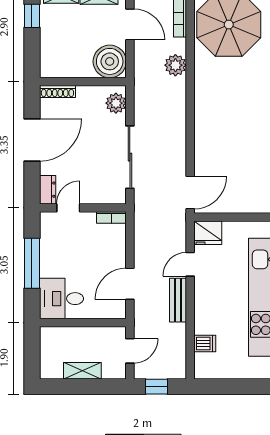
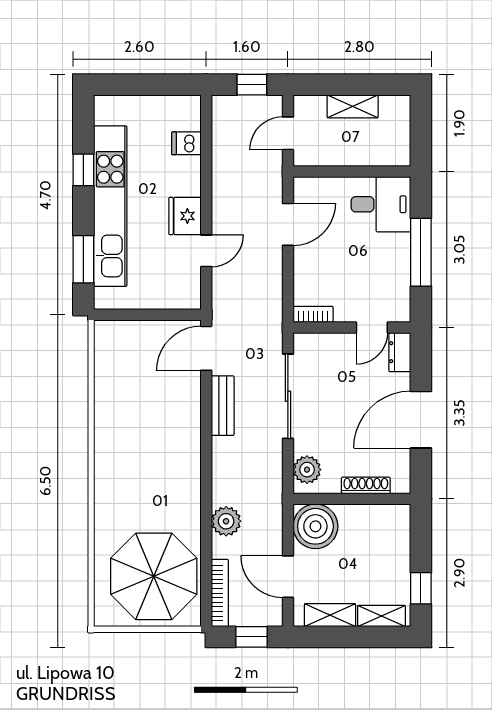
shoe rack: (57, 92) -> (366, 485), moved
fridge: (208, 233) -> (185, 216), moved, turned -90
bench: (178, 300) -> (223, 406), moved

